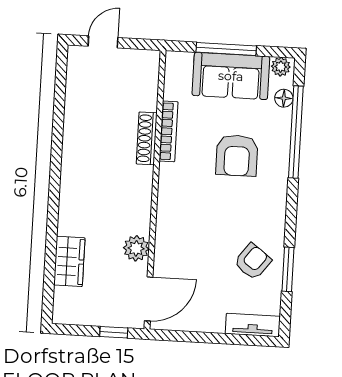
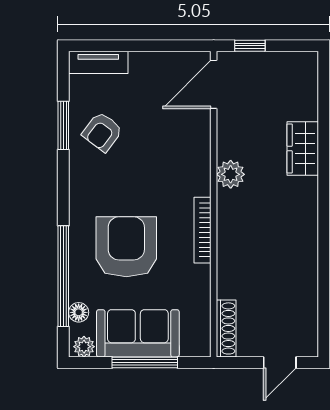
bookcase: (169, 131) -> (203, 230), moved
shoe rack: (147, 138) -> (226, 328), moved
armchair: (237, 155) -> (126, 247), width x1.36, depth x1.36
plant: (136, 248) -> (231, 174), moved
wardrobe: (69, 261) -> (303, 149), moved

